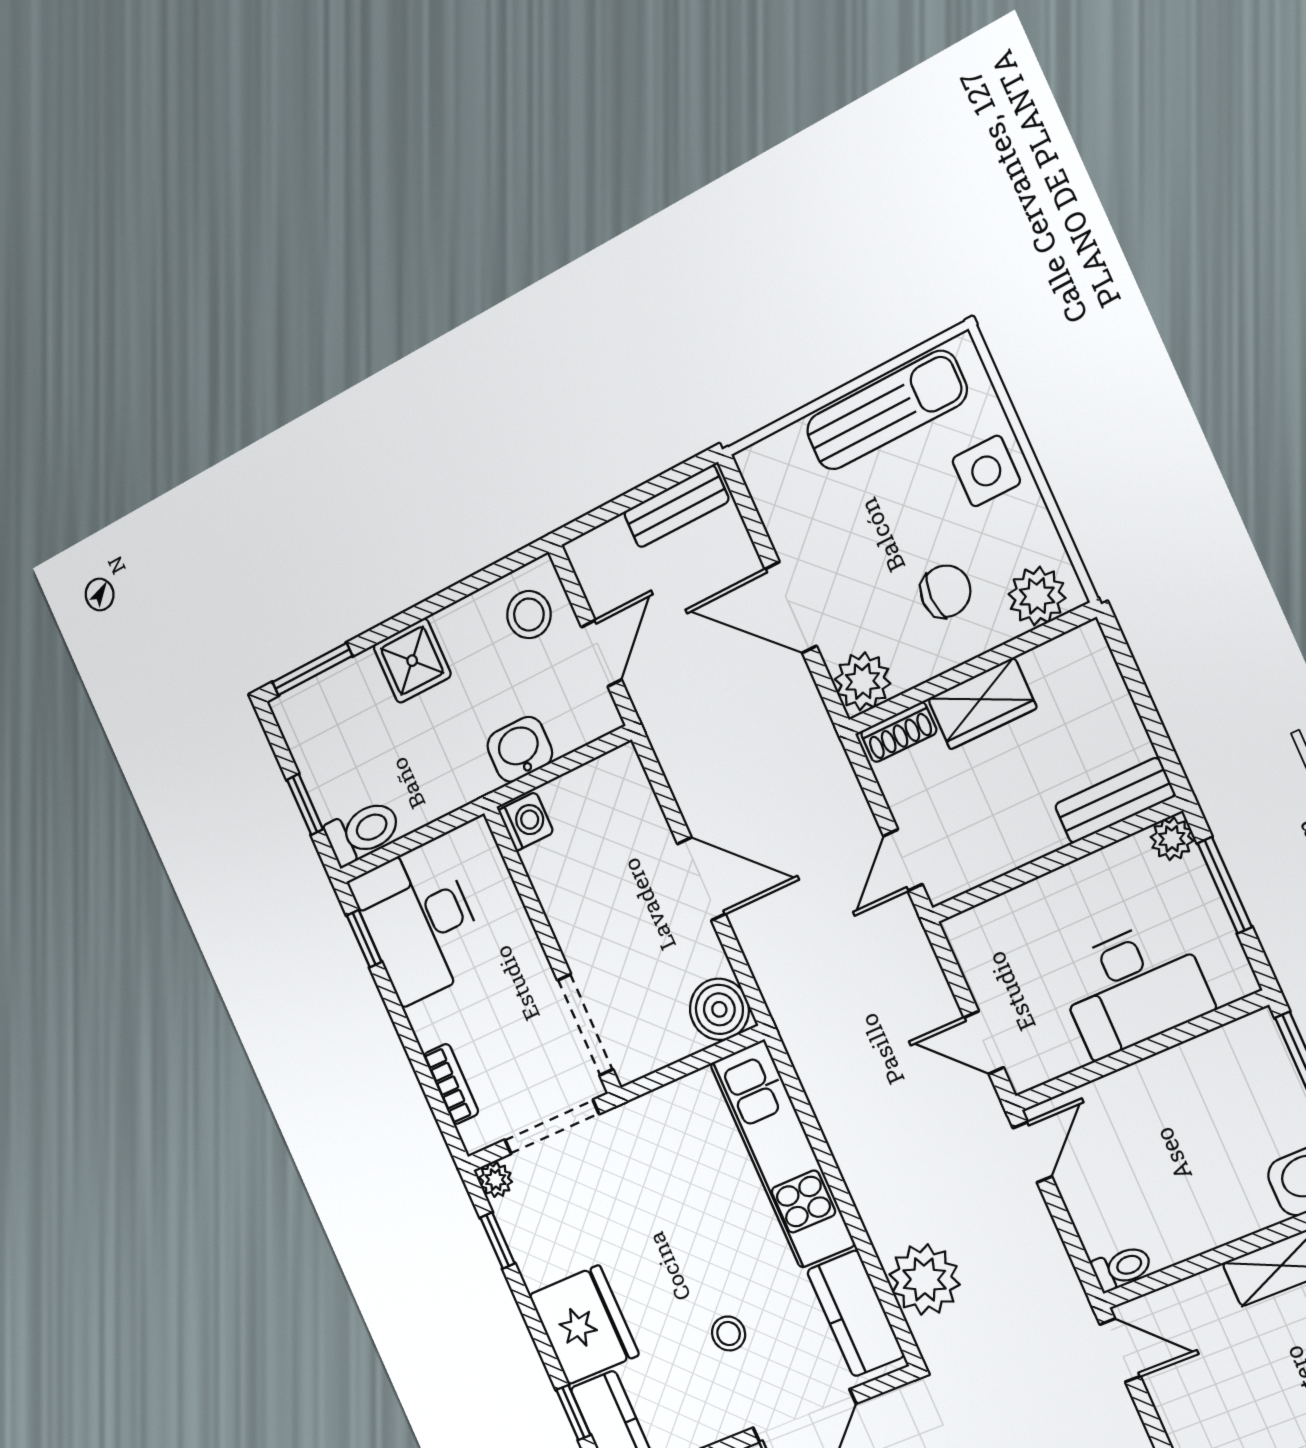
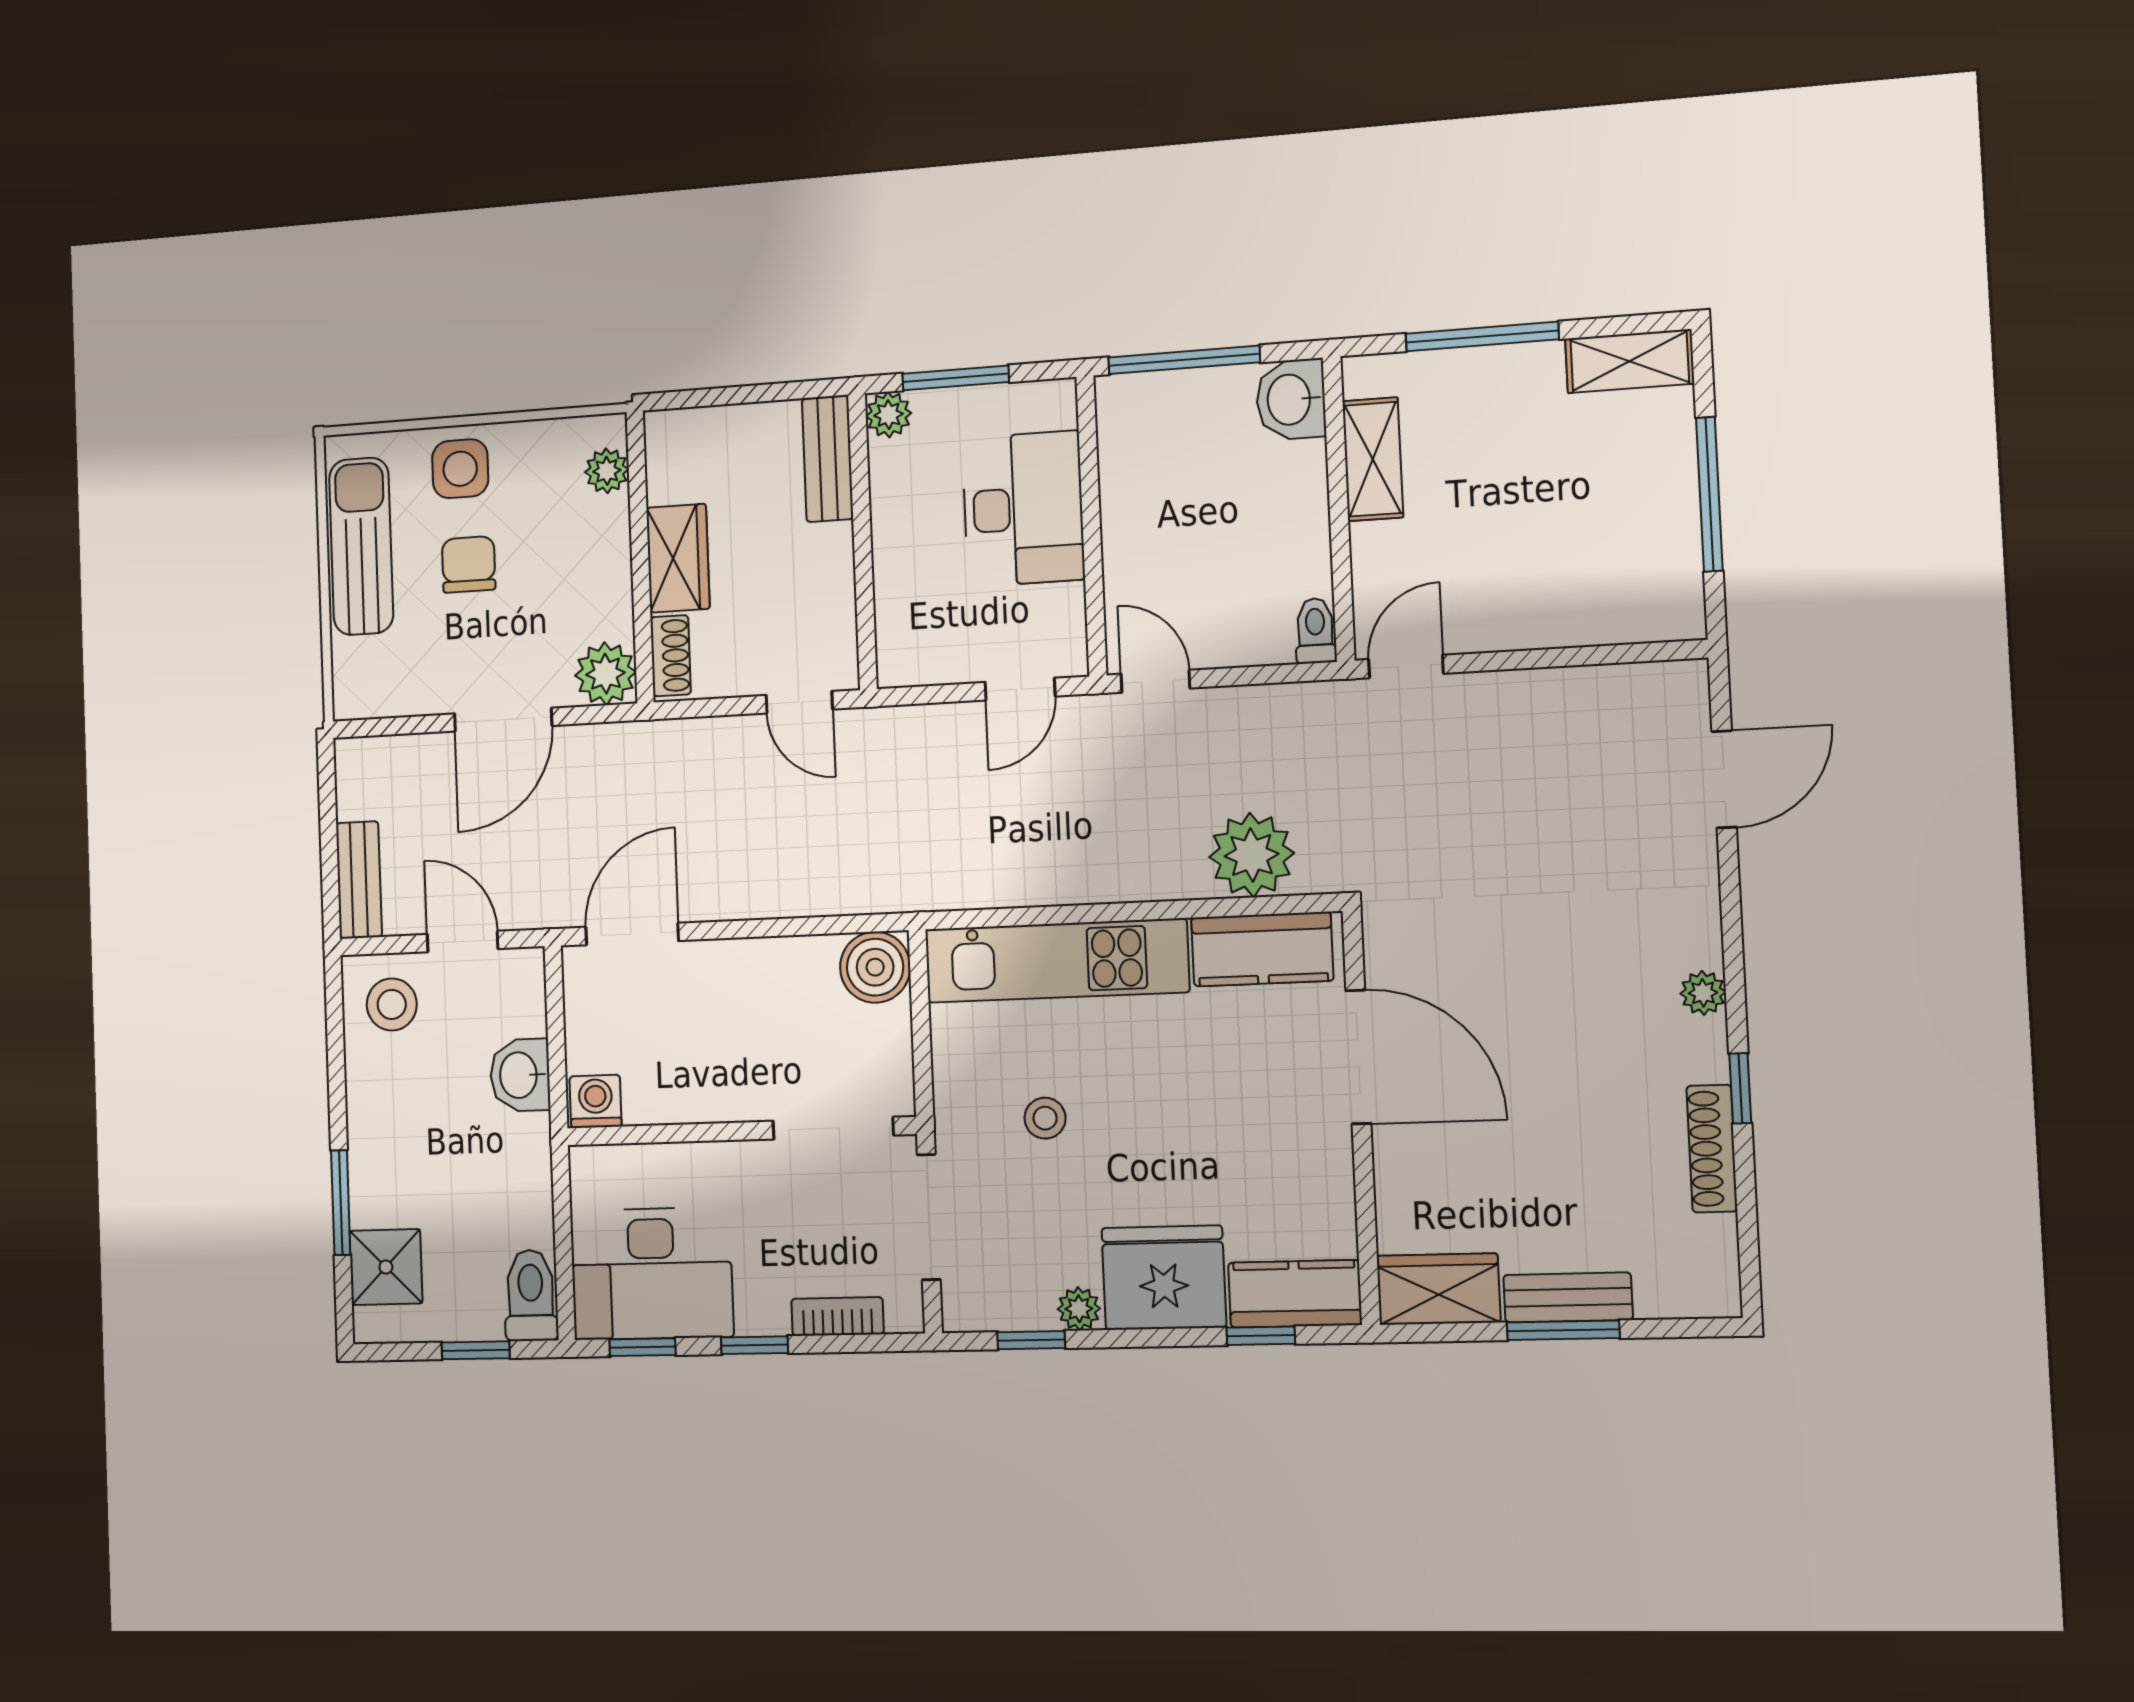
bench: (676, 506) -> (359, 880), moved
chair: (946, 591) -> (469, 564), moved
plant: (1037, 596) -> (607, 471), width x0.73, depth x0.73
shower: (412, 661) -> (386, 1267), moved
window: (312, 669) -> (341, 1203), moved
door: (701, 879) -> (632, 934), moved
window: (403, 1027) -> (755, 1345), added
plant: (496, 1180) -> (1079, 1309), moved
stool: (729, 1334) -> (1045, 1118), moved

